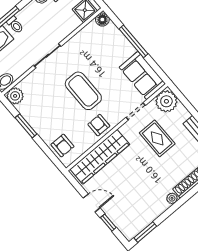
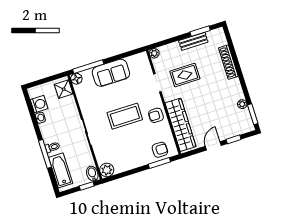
window: (133, 41) -> (88, 67), moved
sofa: (142, 75) -> (111, 73), moved
plant: (166, 101) -> (154, 53), width x0.53, depth x0.53
window: (26, 126) -> (159, 163), moved
plant: (172, 198) -> (242, 104), moved

